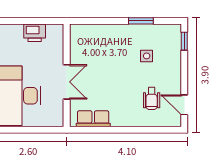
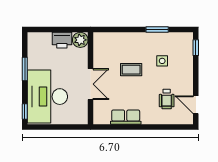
plant: (55, 32) -> (80, 40), added
coffee table: (112, 66) -> (131, 70), added
row of seats: (93, 119) -> (126, 117), moved

